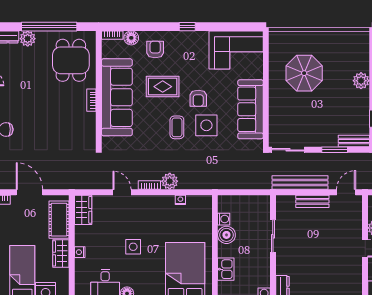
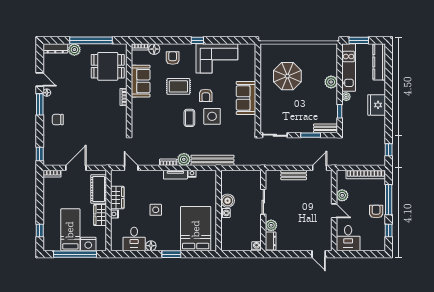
corner sofa: (236, 50) -> (217, 58), moved
dining table: (71, 60) -> (108, 66), turned 90
sofa: (117, 97) -> (141, 81), width x0.54, depth x0.79
sofa: (250, 109) -> (246, 98), width x0.73
bench: (300, 183) -> (212, 160), moved
door: (29, 192) -> (76, 168), hinge flipped
door: (122, 192) -> (131, 168), moved
tv unit: (159, 201) -> (175, 175), added
wardrobe: (83, 210) -> (117, 198), moved
washing machine: (224, 219) -> (225, 213), moved
plant: (283, 267) -> (271, 225), added
kitchen sink: (226, 269) -> (227, 227), removed

